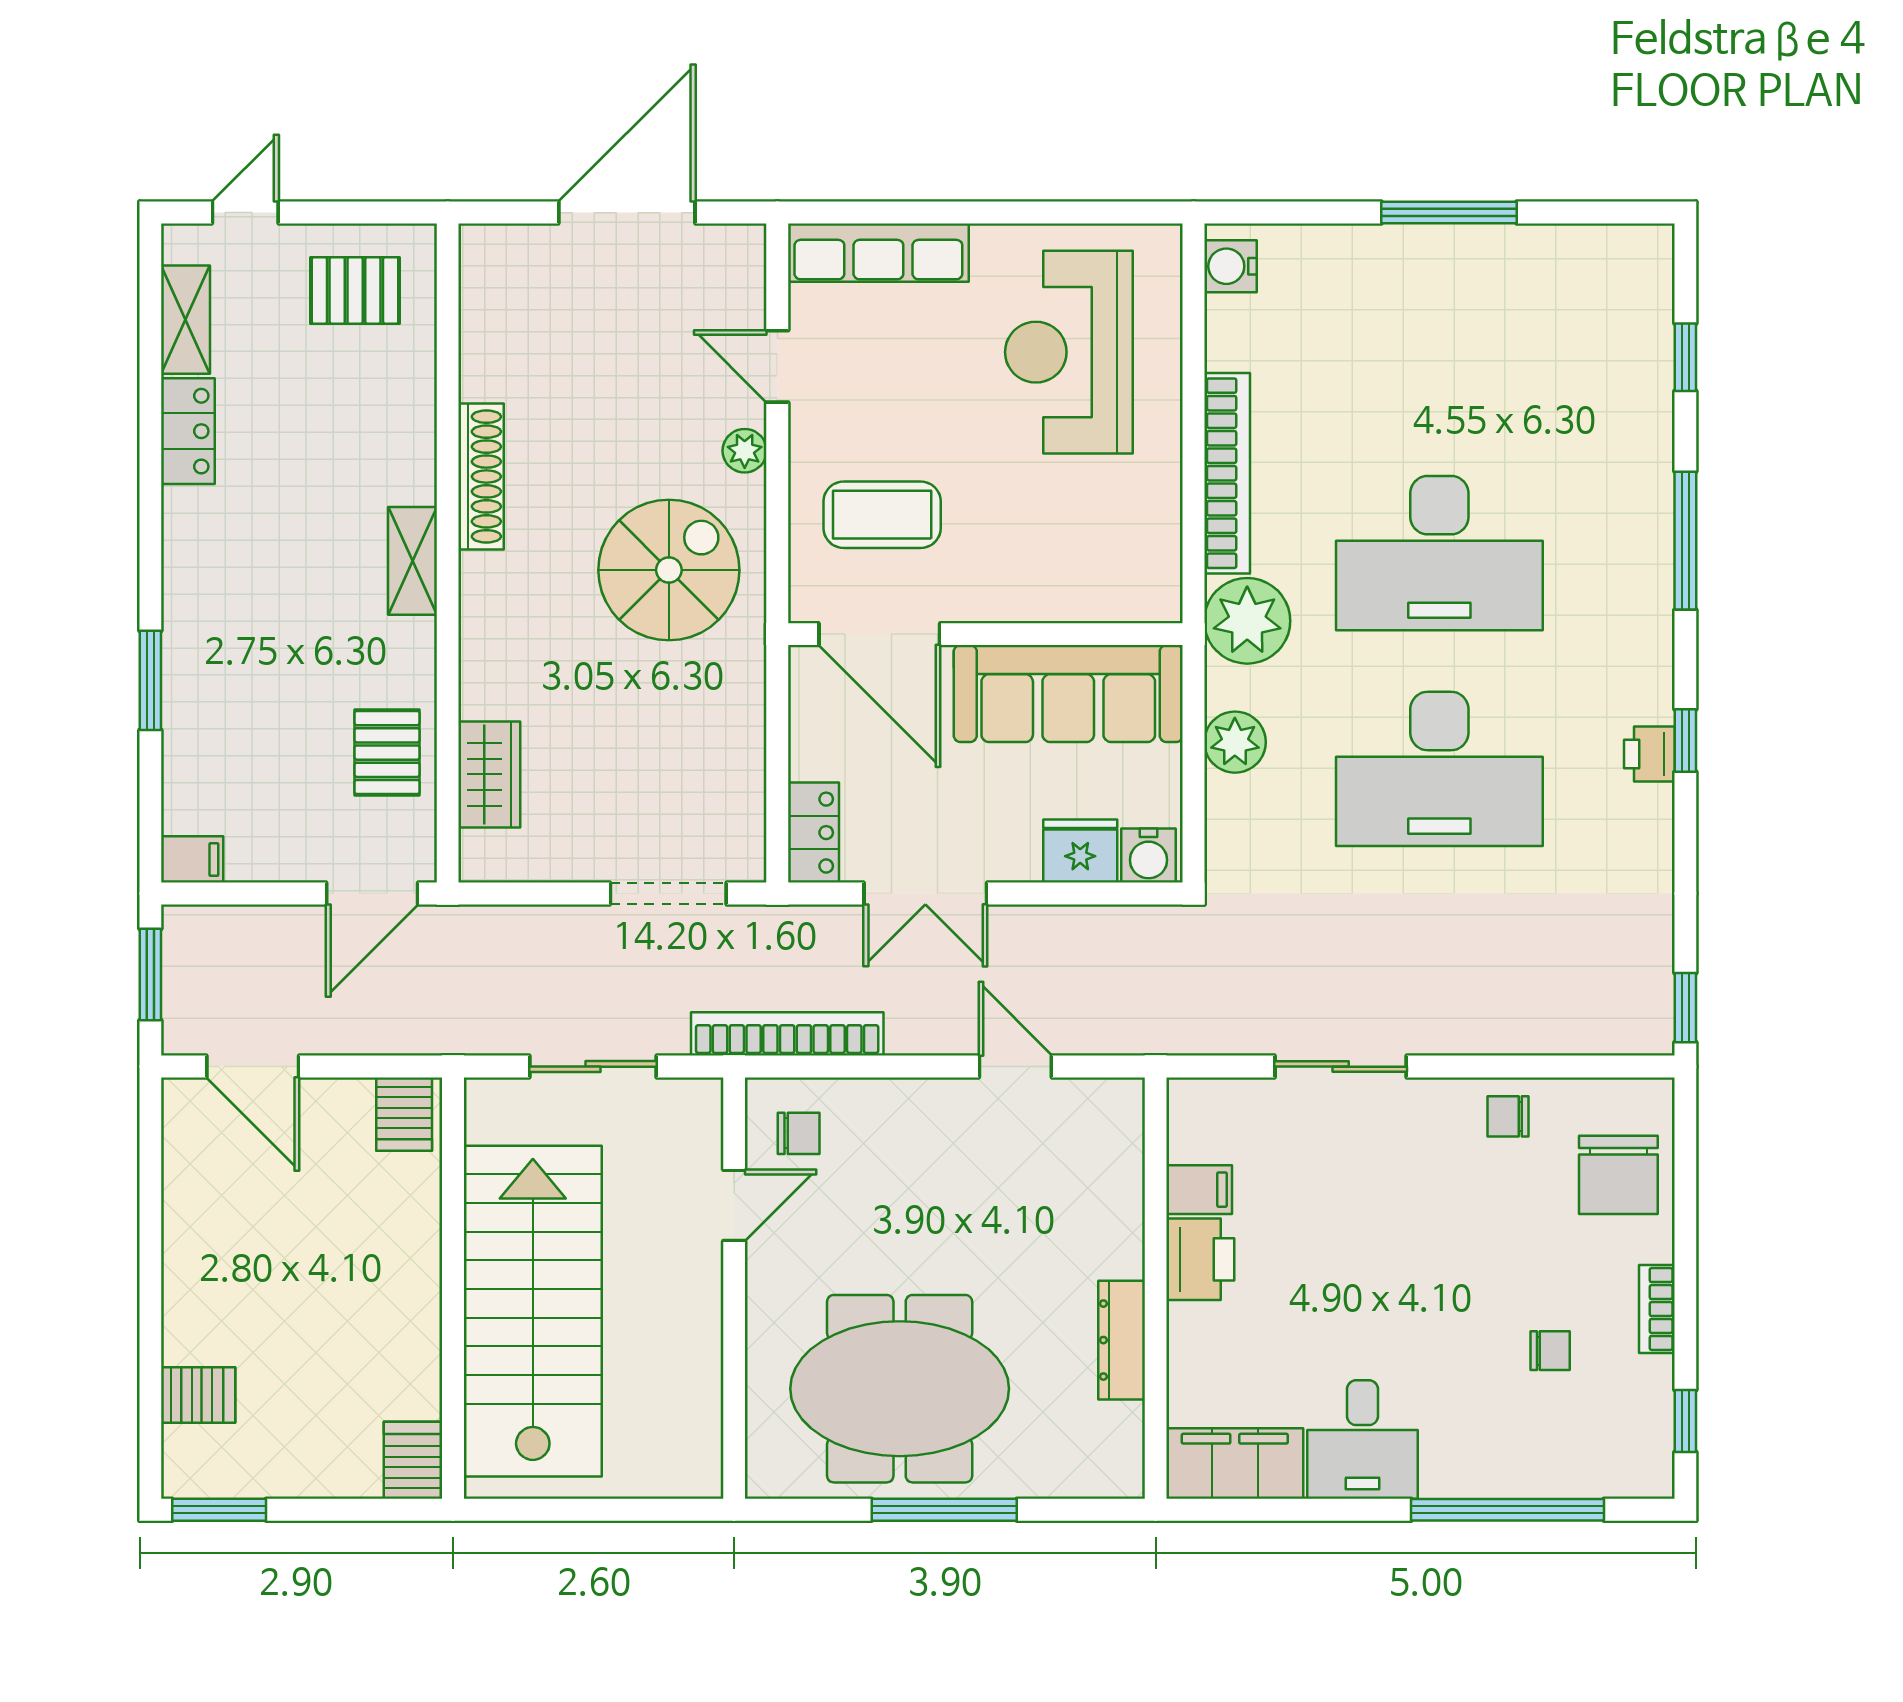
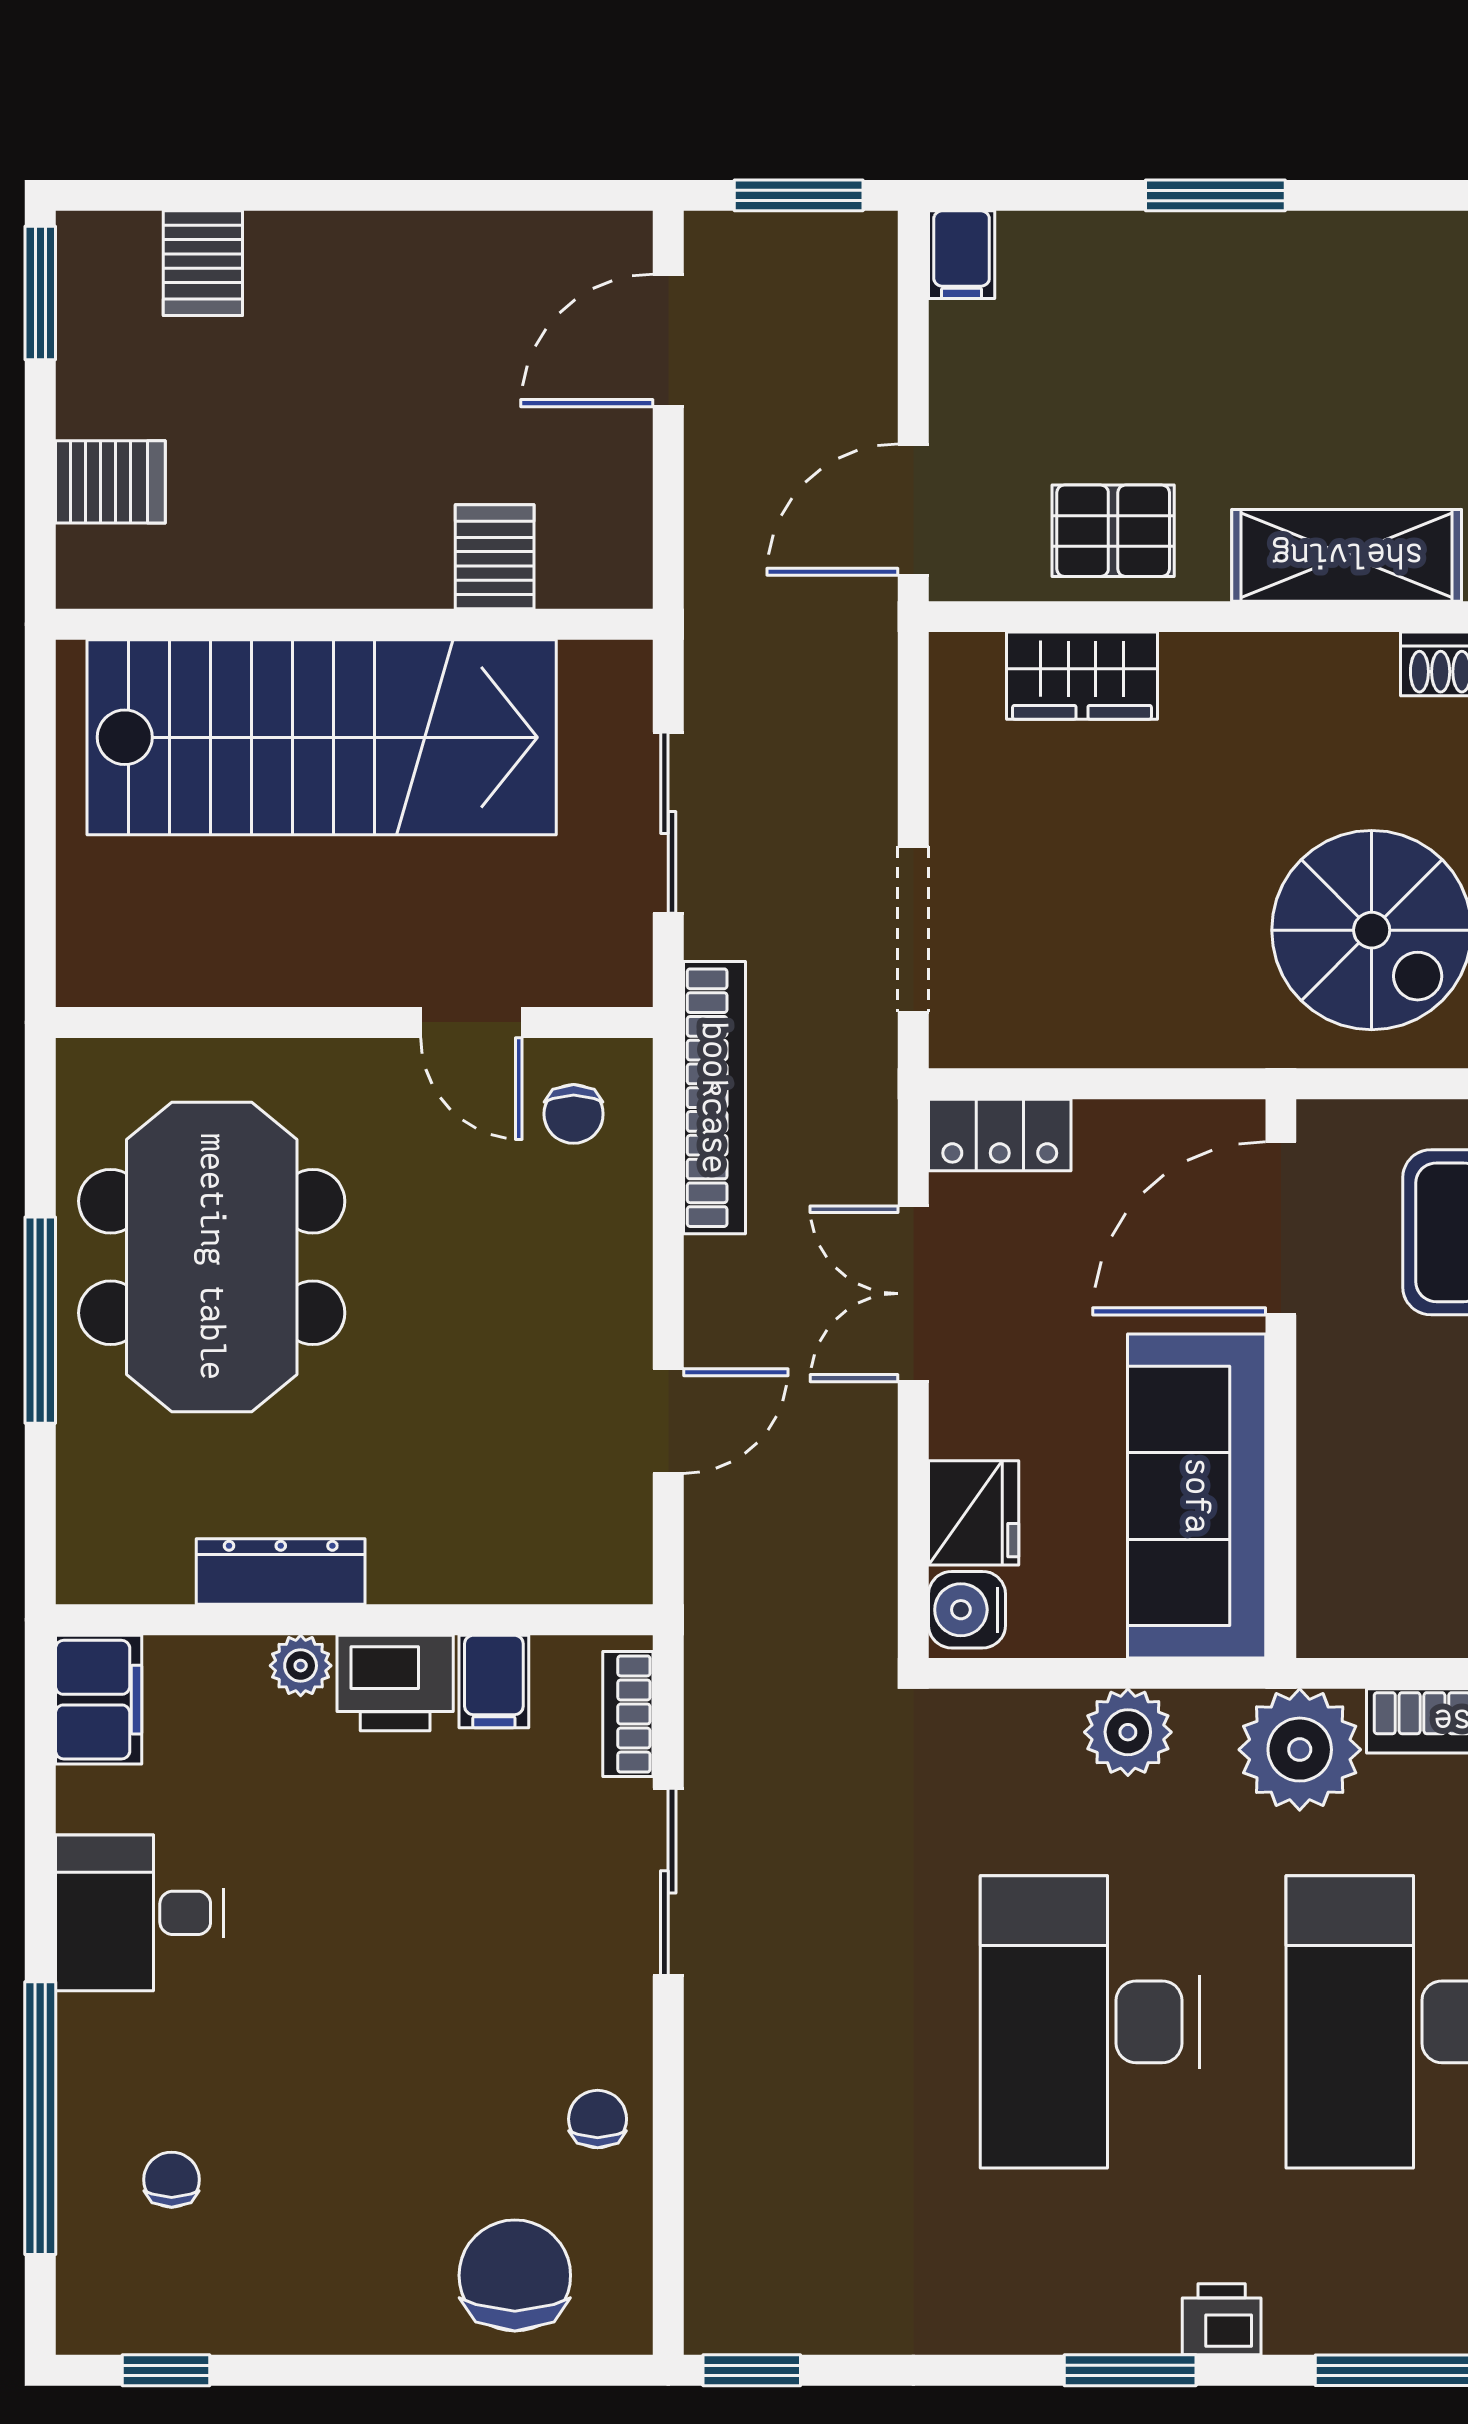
shelving: (412, 561) -> (1347, 555), width x1.50, depth x1.33
window: (1685, 740) -> (1130, 2370), width x1.50
printer: (1649, 754) -> (1222, 2319), moved
door: (372, 894) -> (913, 510), hinge flipped
server rack: (404, 1114) -> (495, 557), moved, turned 90
chair: (1618, 1175) -> (515, 2275), turned 90
bookcase: (1657, 1309) -> (628, 1714), moved, turned -90
plant: (1188, 1326) -> (301, 1666), added
chair: (1550, 1351) -> (172, 2180), moved, turned 180
server rack: (413, 1460) -> (110, 482), moved
filing cabinet: (1235, 1463) -> (99, 1700), width x0.67, depth x0.86

